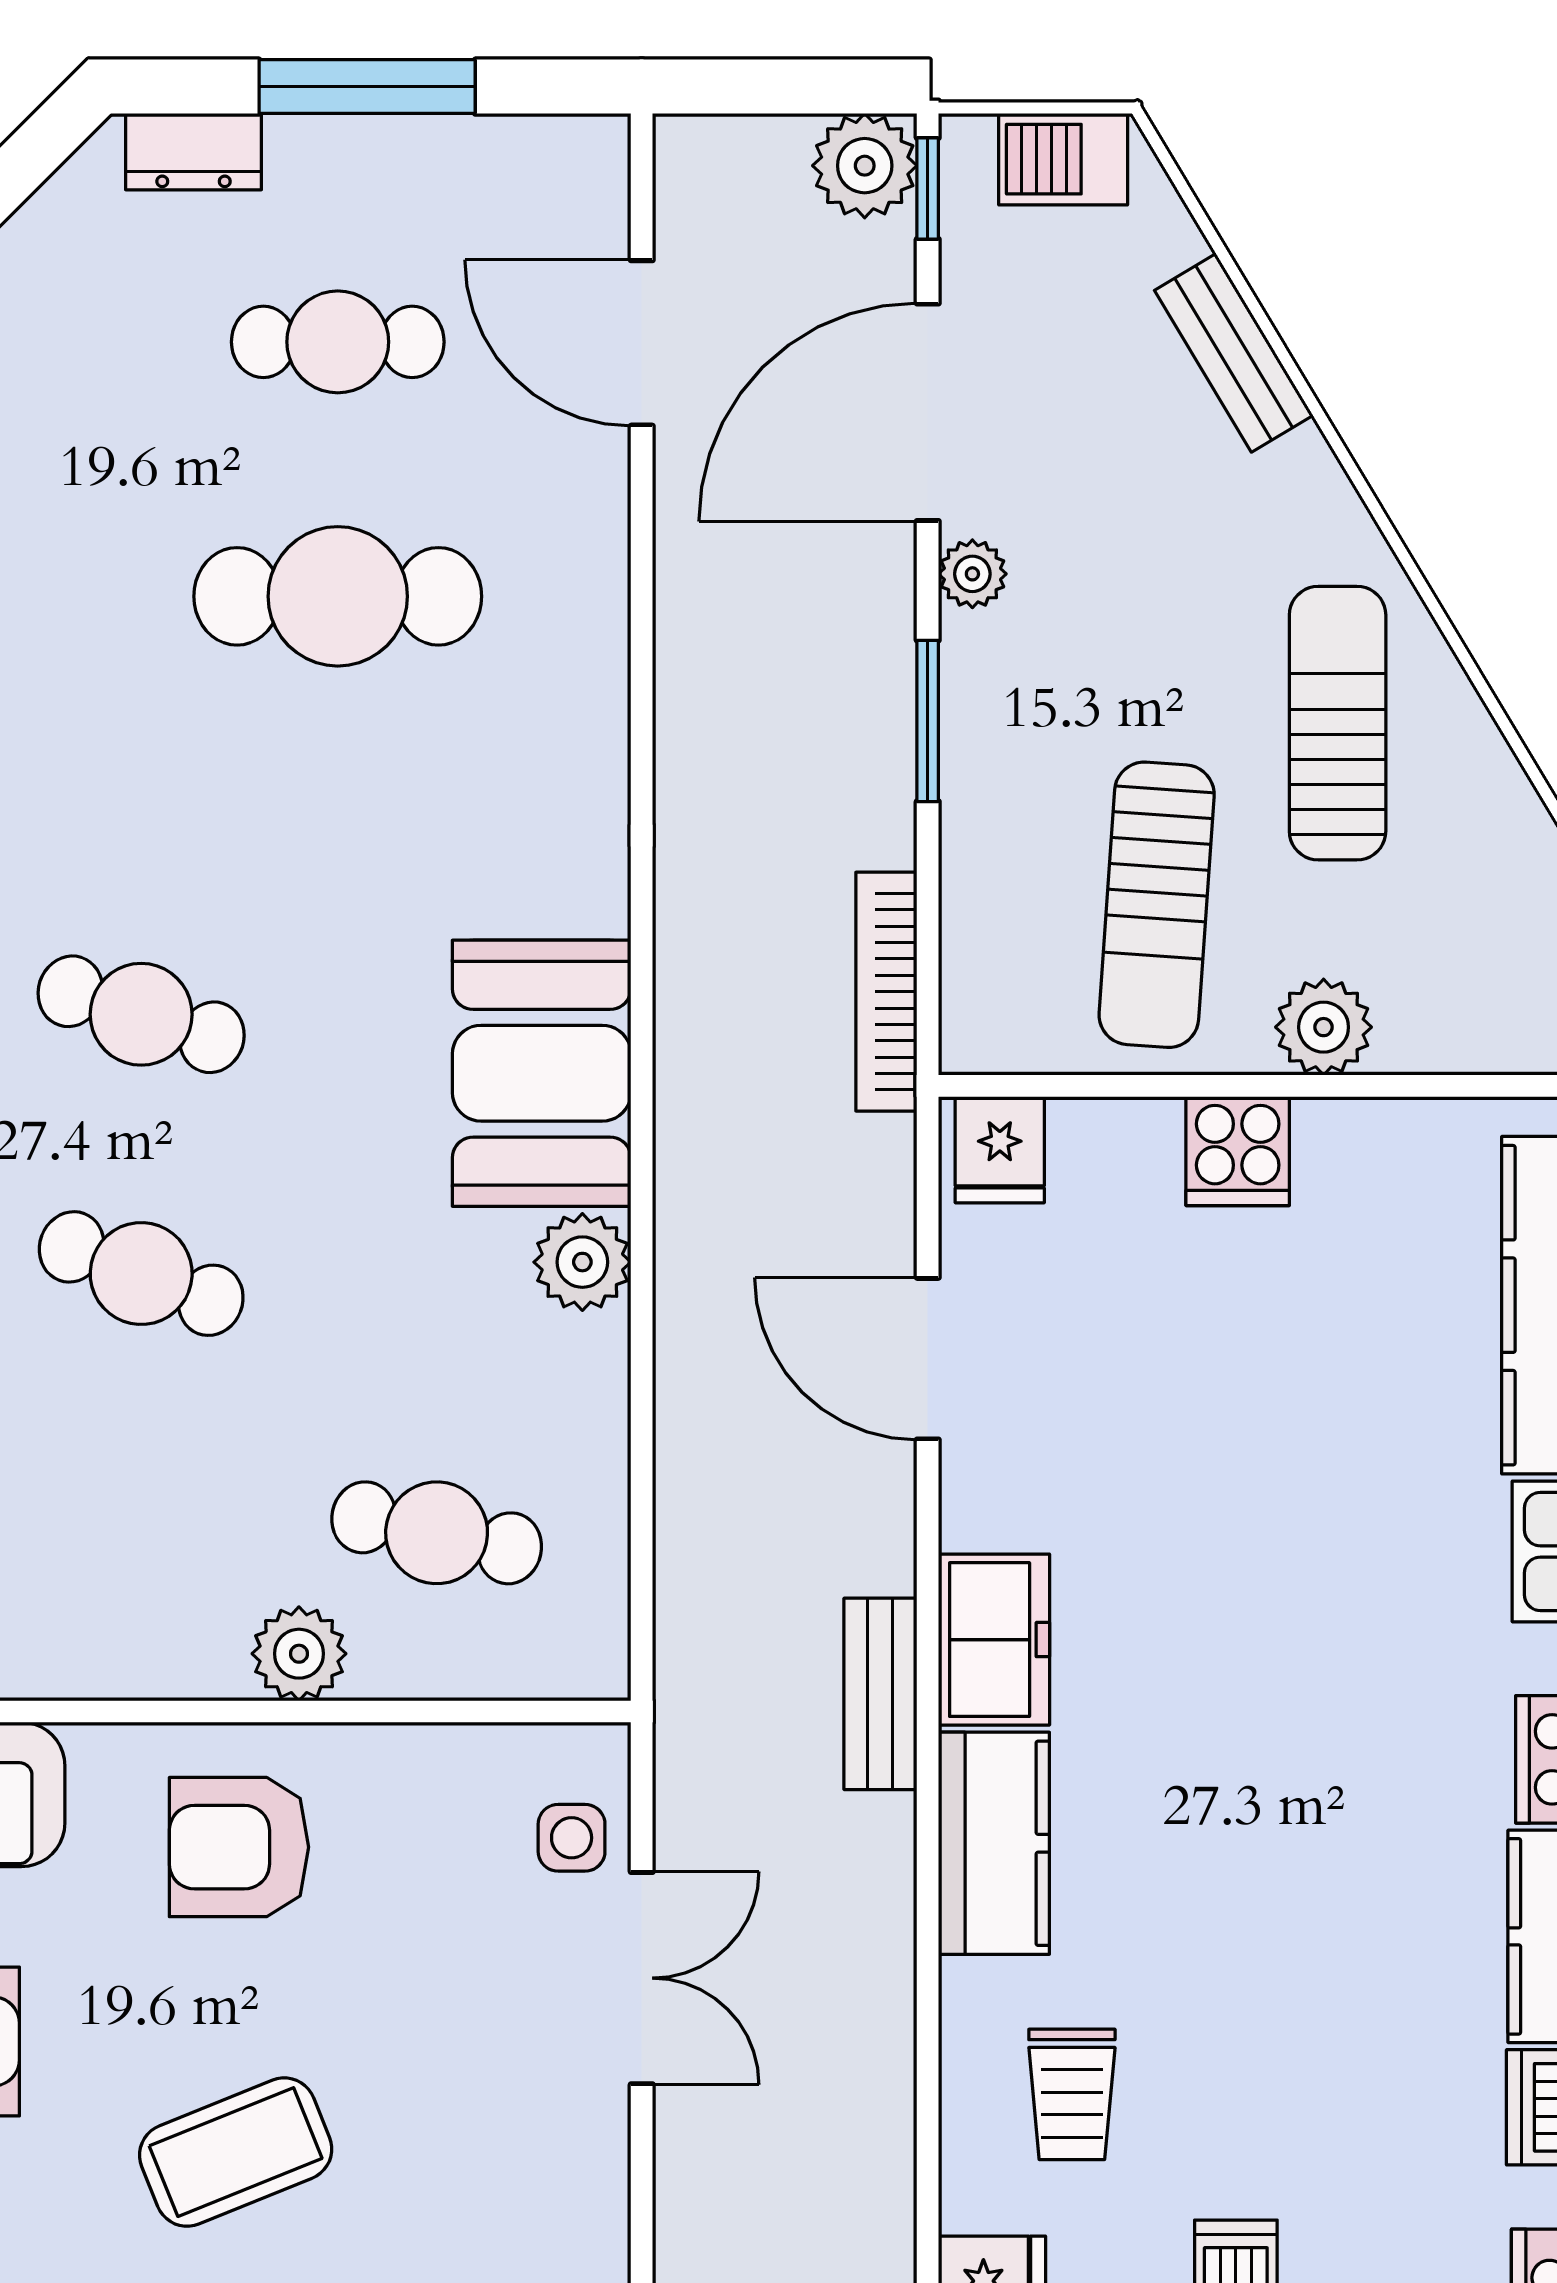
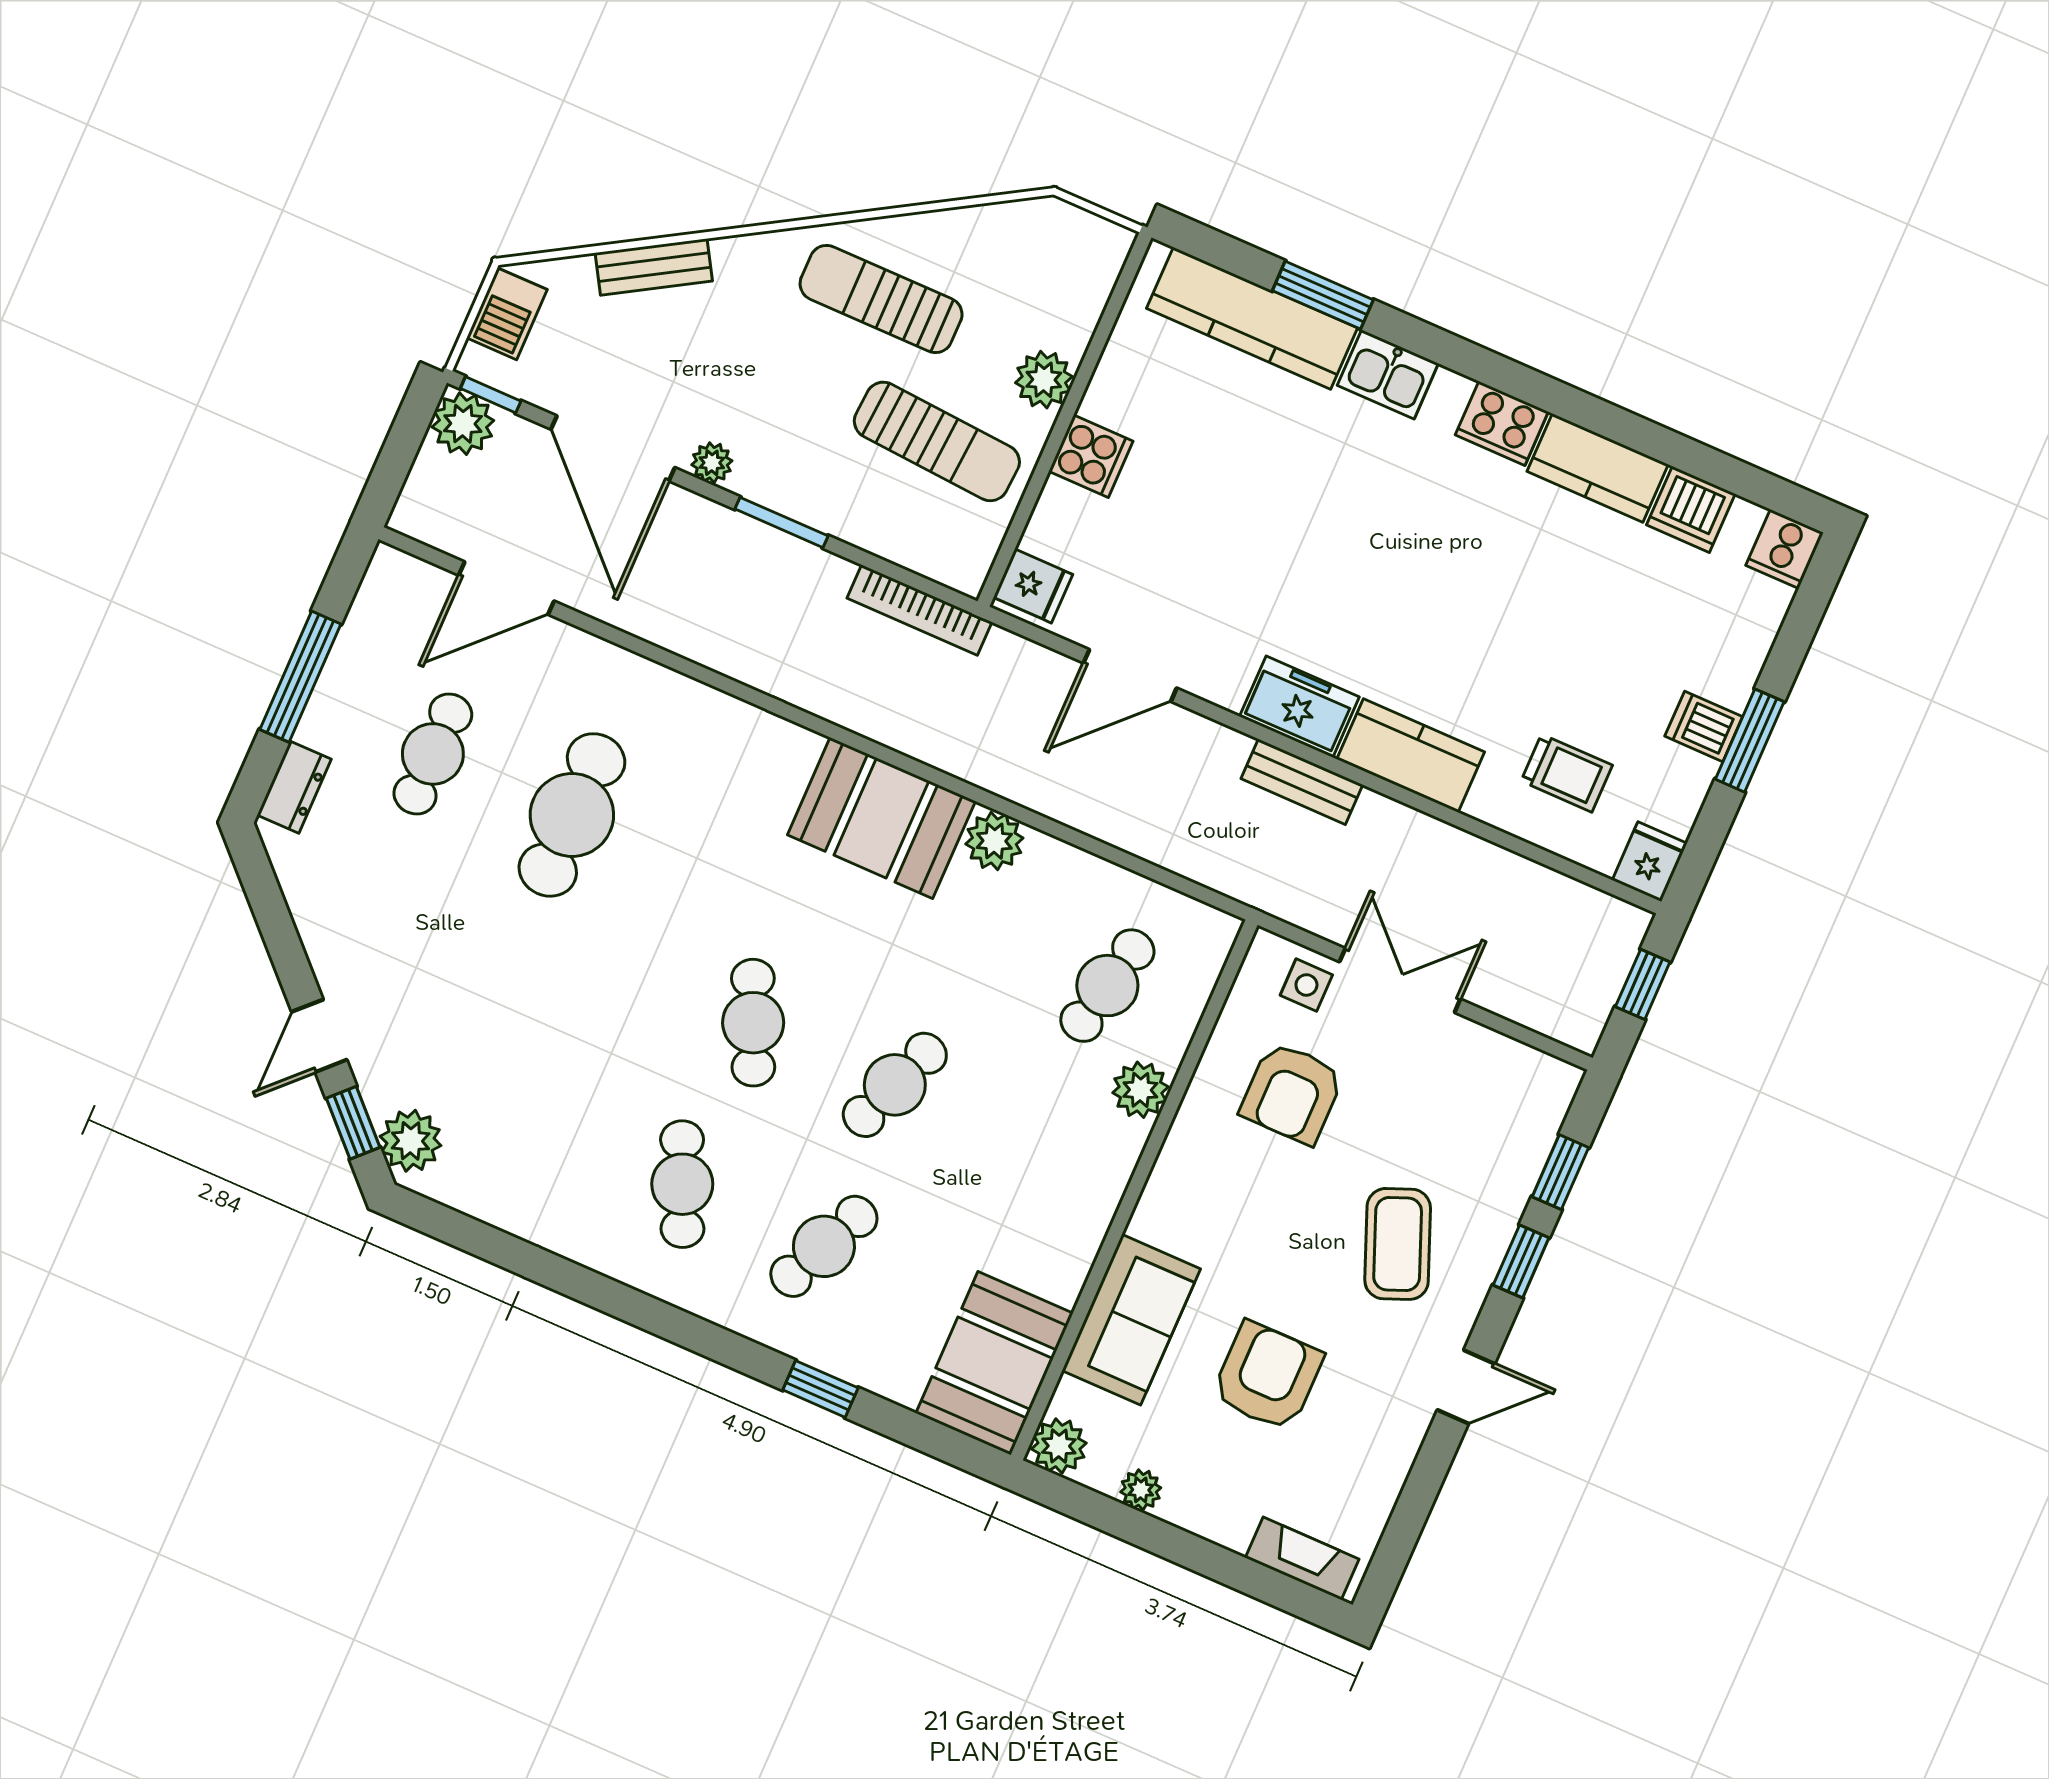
cafe table: (141, 1014) -> (753, 1023), turned -42
armchair: (239, 1847) -> (1292, 1093), moved

